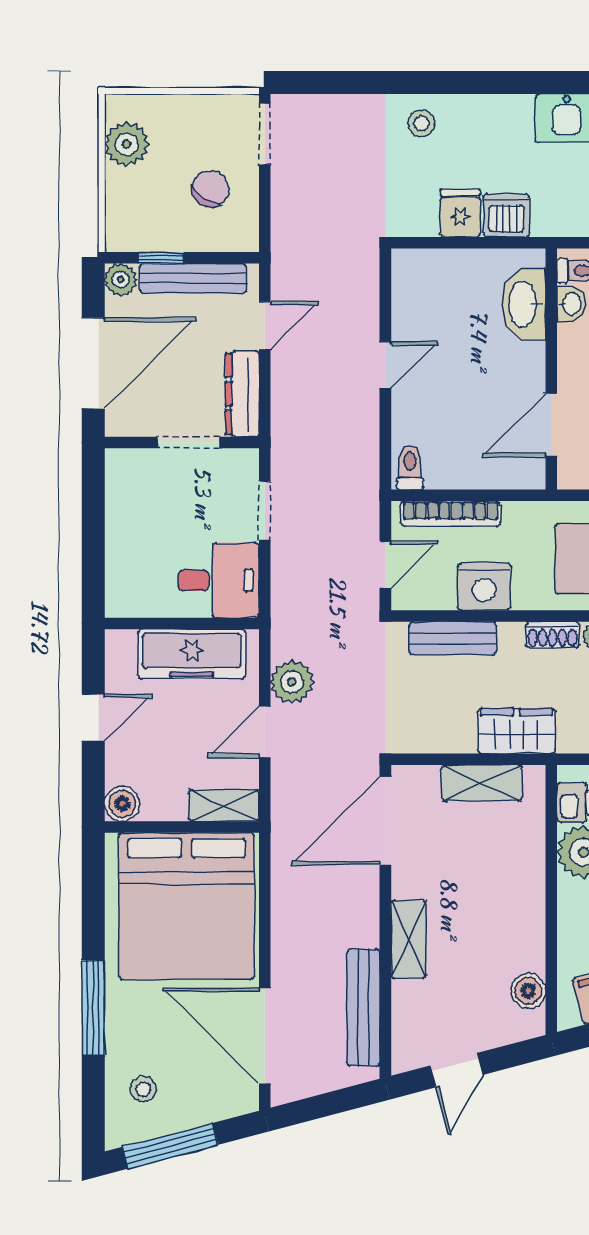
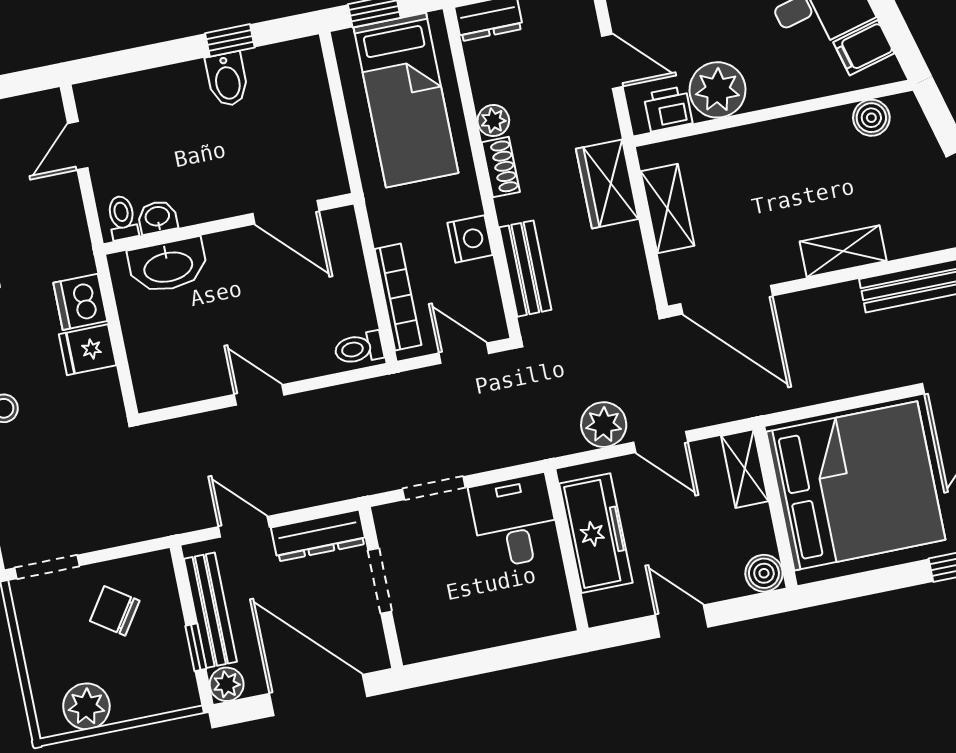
nightstand: (484, 586) -> (470, 239), width x0.74, depth x0.75

